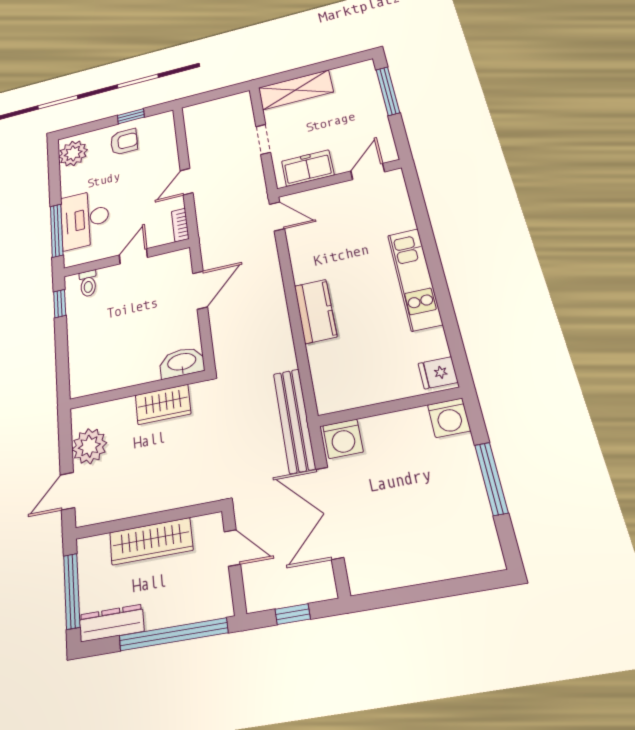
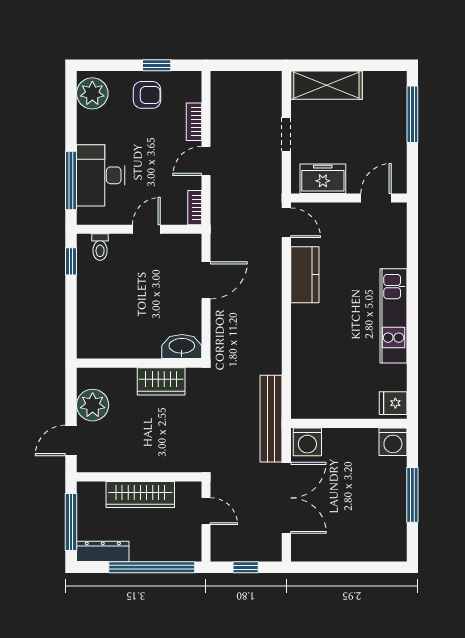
bookcase: (171, 152) -> (194, 122), added
kitchen counter: (315, 311) -> (305, 275), moved
double door: (330, 513) -> (286, 498), swing flipped

